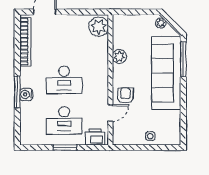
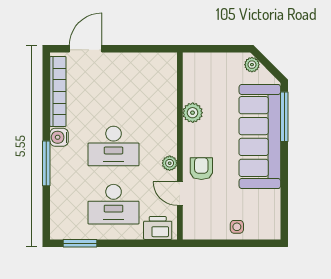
plant: (99, 27) -> (170, 163), moved, width x0.53, depth x0.53
water cooler: (26, 94) -> (59, 137), moved
door: (110, 113) -> (180, 194), swing flipped
window: (65, 148) -> (80, 243), moved

